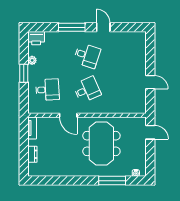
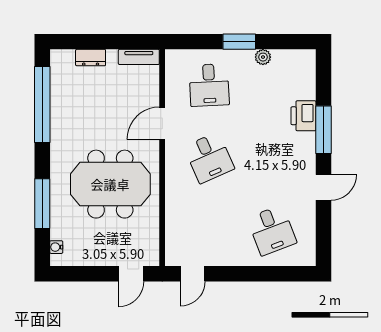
printer: (36, 38) -> (304, 116), moved
desk: (87, 55) -> (272, 230), moved, turned -39
door: (150, 82) -> (193, 274), moved
window: (58, 181) -> (42, 105), added

